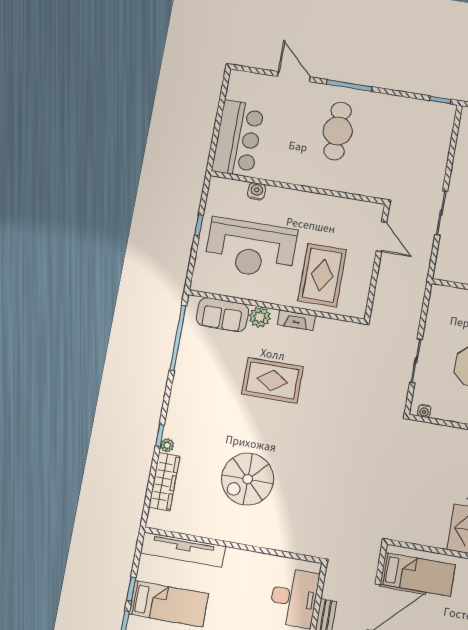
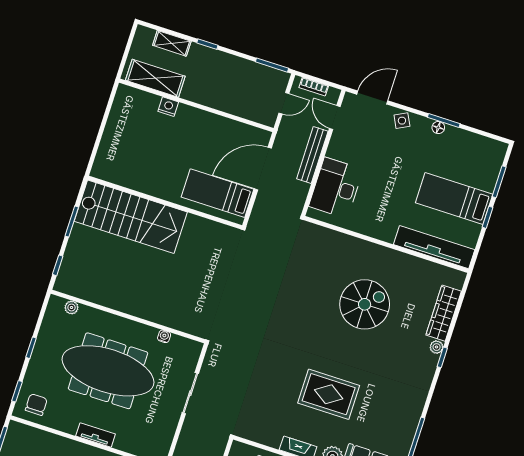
water cooler: (424, 411) -> (164, 336), moved

